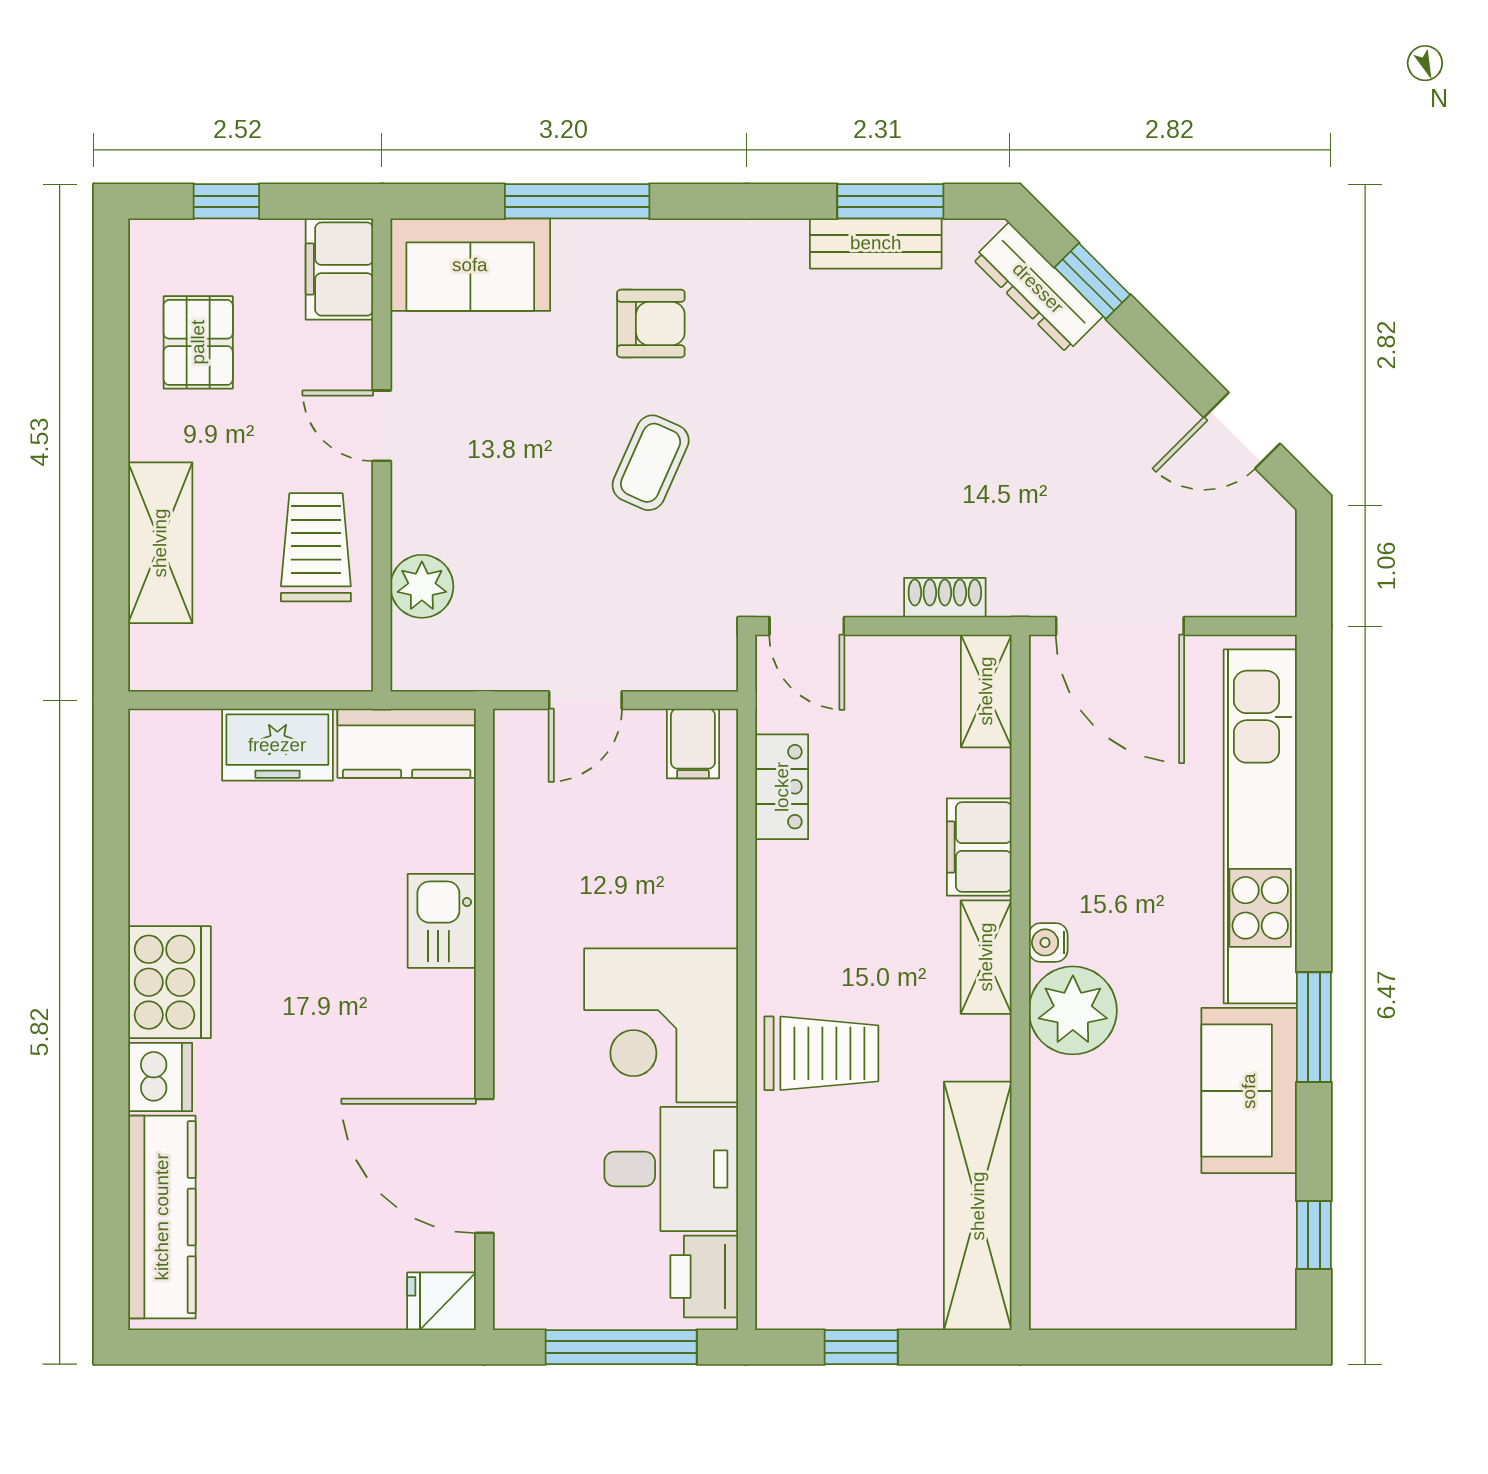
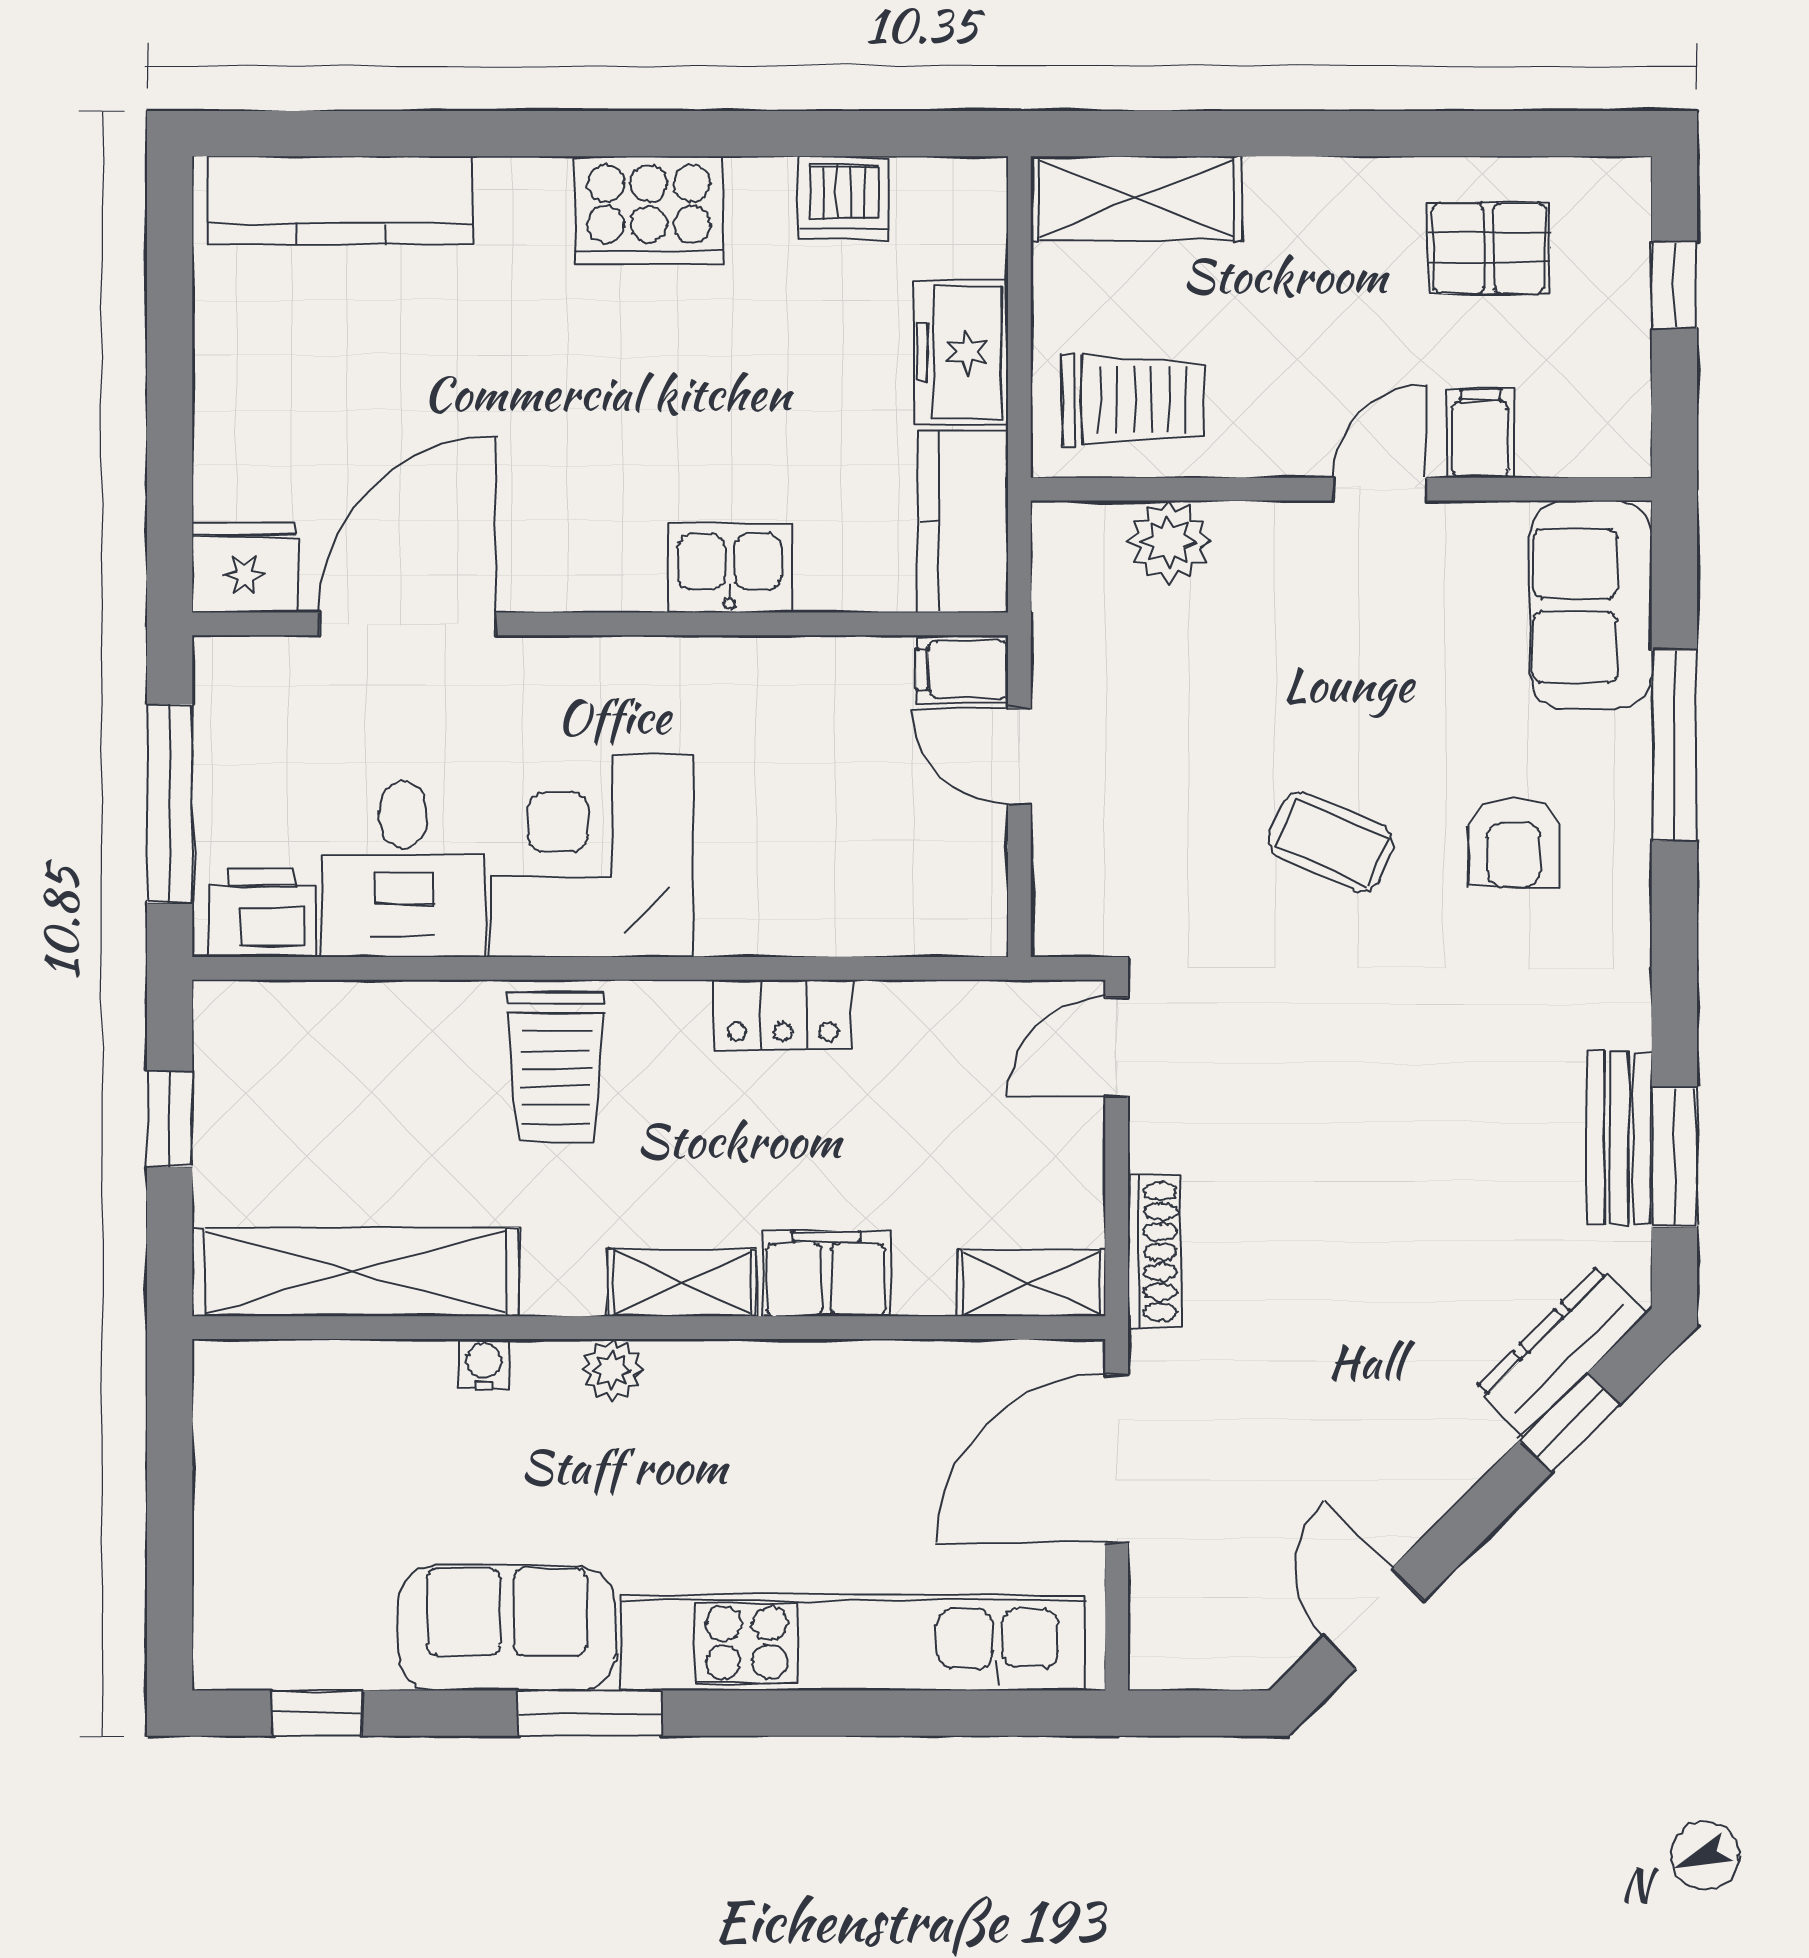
filing cabinet: (339, 269) -> (1480, 434), moved, width x0.50
shelving: (160, 543) -> (1136, 198), moved
trolley: (316, 547) -> (1133, 400), moved
shoe rack: (945, 598) -> (1154, 1252), width x1.43
filing cabinet: (693, 744) -> (962, 670), moved
locker: (782, 787) -> (783, 1014), moved
water cooler: (1048, 942) -> (484, 1364), moved
plant: (1073, 1010) -> (612, 1370), width x0.53, depth x0.53
dishwasher: (160, 1077) -> (844, 198), moved
fridge: (442, 1301) -> (244, 568), width x1.38

